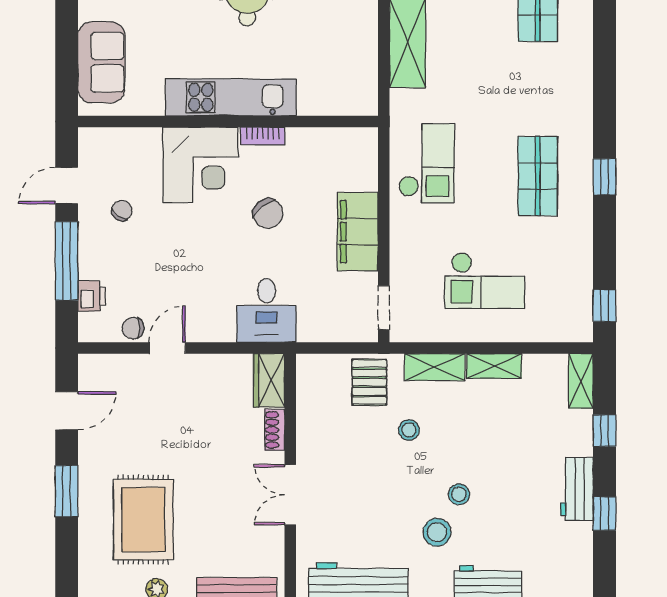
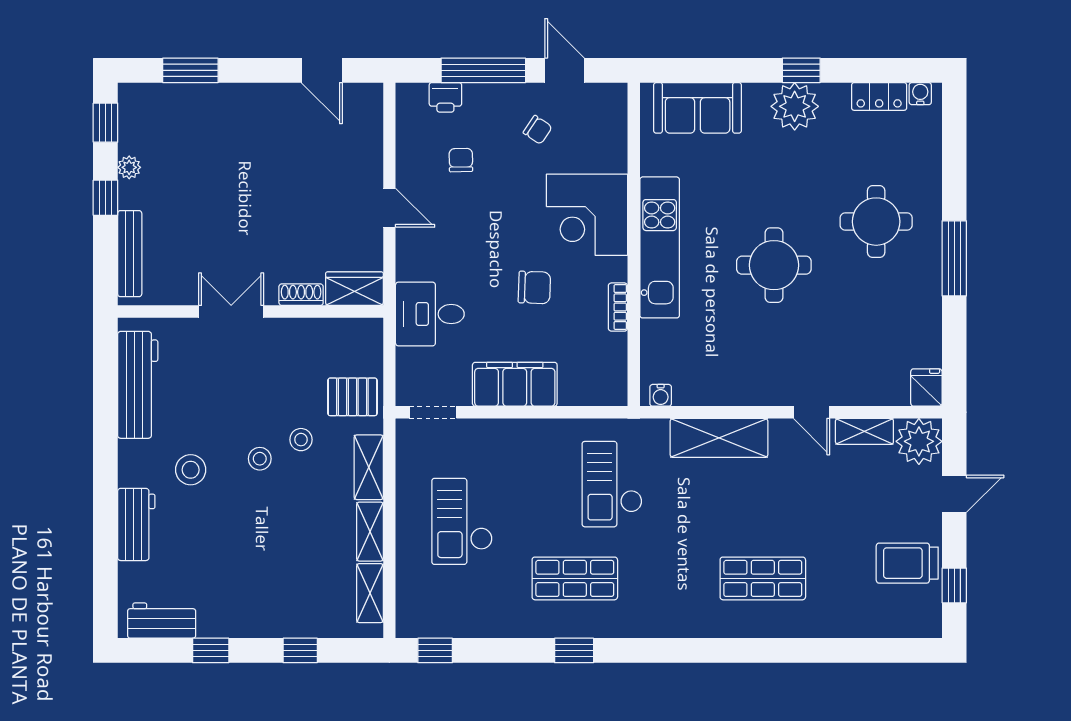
water cooler: (368, 96) -> (661, 395), added
bookcase: (263, 136) -> (618, 307), moved
checkout: (426, 163) -> (612, 484), moved, turned 90
chair: (268, 214) -> (534, 287), turned -139
desk: (266, 310) -> (430, 314), moved
chair: (133, 328) -> (461, 160), moved
door: (167, 348) -> (389, 208), moved
shelving: (581, 381) -> (370, 593), moved, turned 90
workbench: (577, 489) -> (162, 621), moved
window: (67, 491) -> (190, 70), moved
stool: (459, 494) -> (260, 459), moved
rug: (143, 520) -> (204, 153), removed

